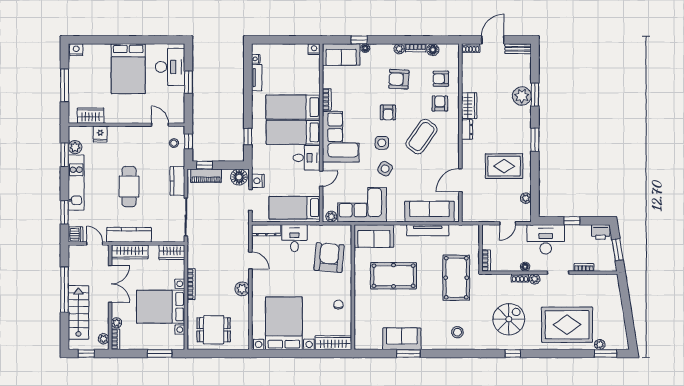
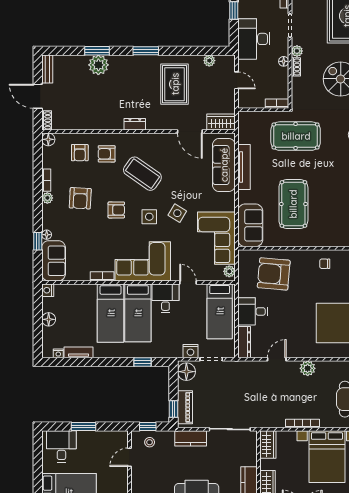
floor lamp: (287, 50) -> (49, 319), added
floor lamp: (433, 50) -> (48, 139), moved
desk: (170, 67) -> (61, 446), width x0.73
wardrobe: (469, 106) -> (221, 122), moved

